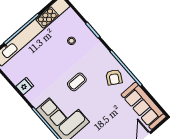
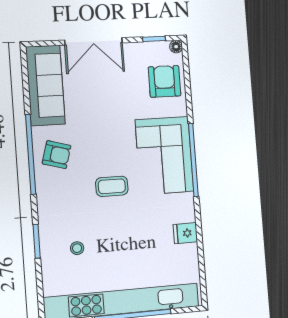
armchair: (114, 77) -> (57, 155), turned 76

